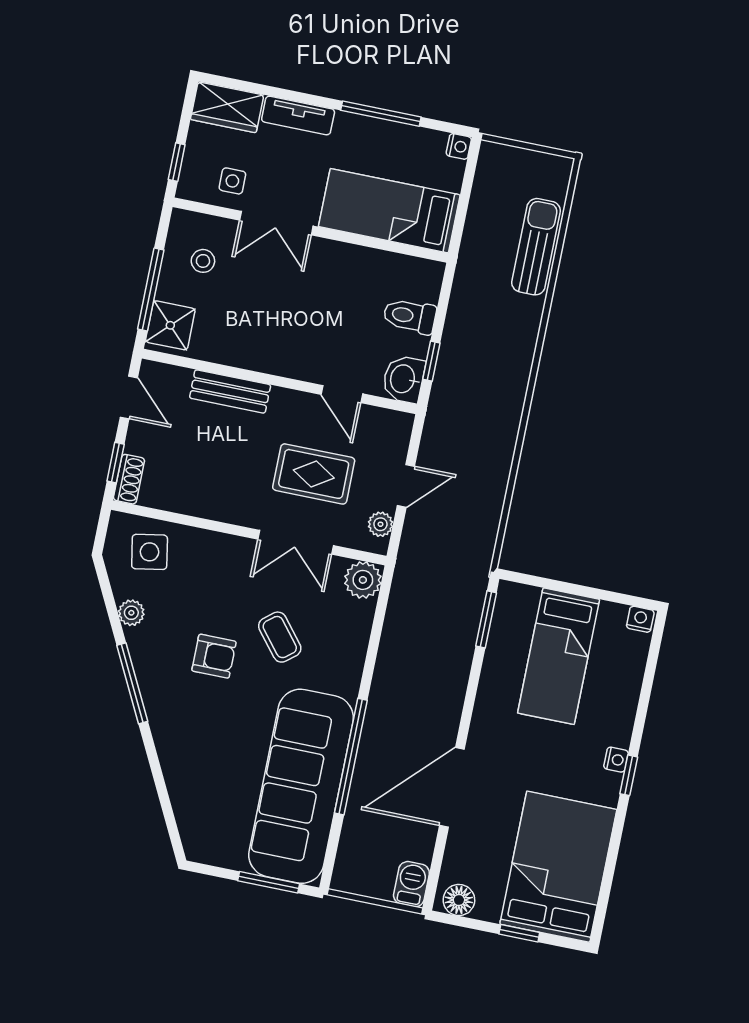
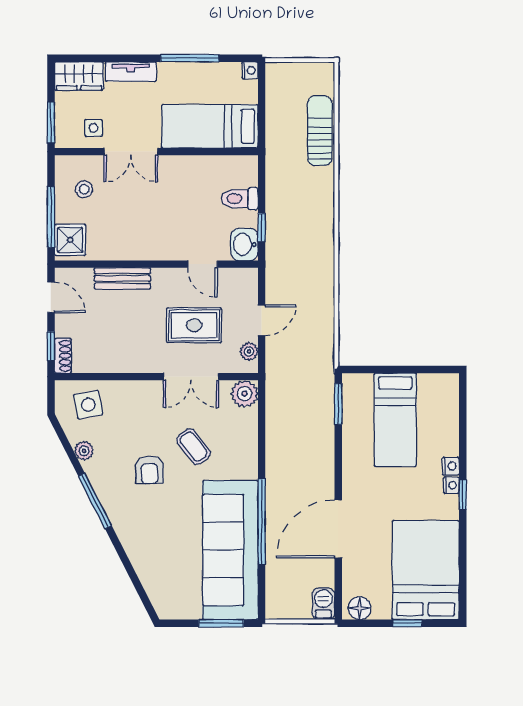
window: (177, 162) -> (51, 122), width x1.50
nightstand: (640, 619) -> (451, 466), moved, turned 90
armchair: (214, 656) -> (149, 470), turned 88

